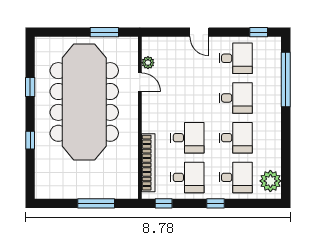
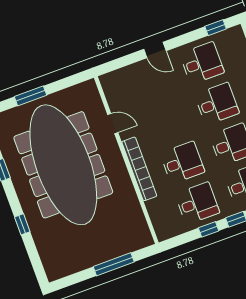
window: (104, 32) -> (31, 96), moved
plant: (148, 63) -> (114, 101), removed
bookcase: (148, 163) -> (139, 169), moved
window: (164, 203) -> (209, 229), moved

